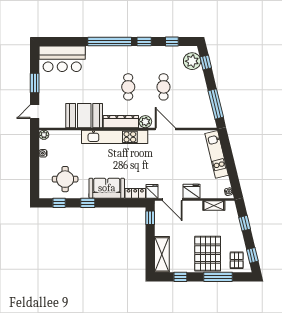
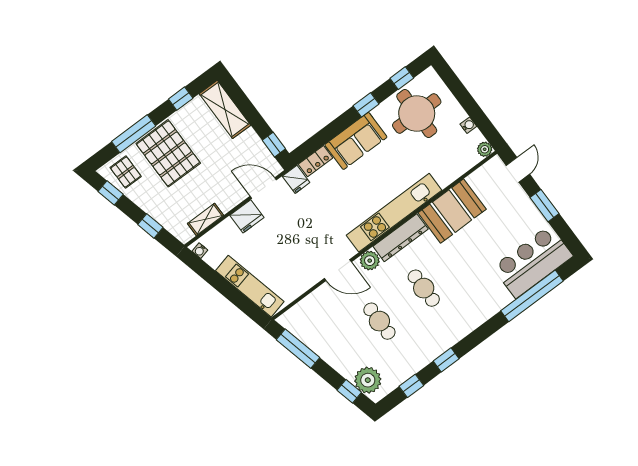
window: (110, 42) -> (532, 296), moved
round table: (65, 179) -> (417, 113), width x1.36, depth x1.36

